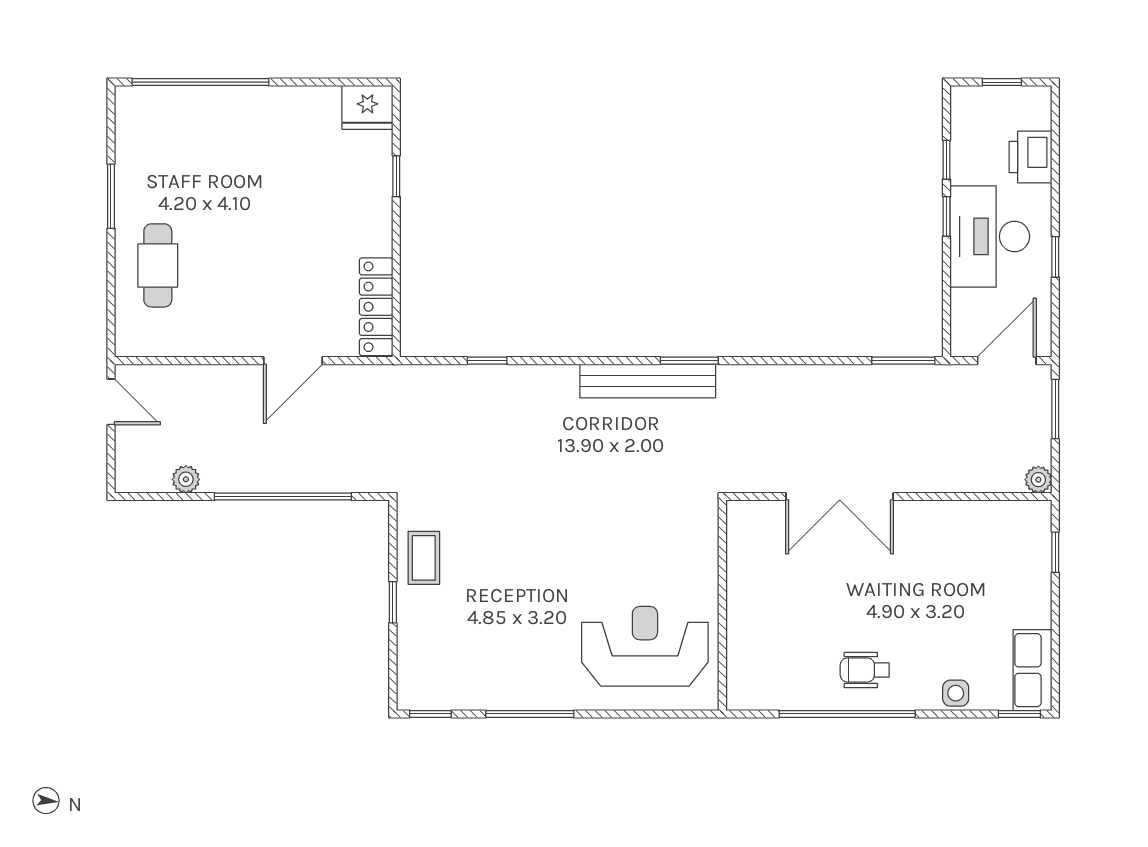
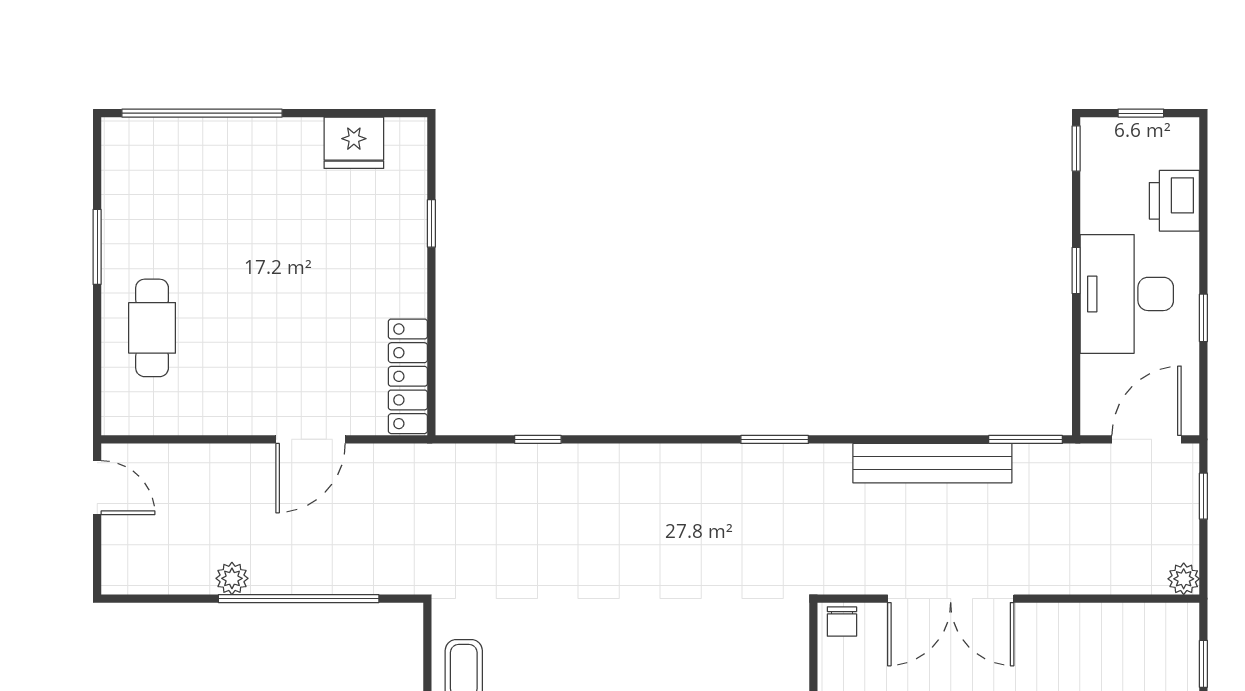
fridge: (367, 107) -> (354, 143), moved
window: (947, 160) -> (1076, 148), moved
bench: (648, 381) -> (932, 463), moved
window: (1055, 409) -> (1203, 496), width x0.67
plant: (186, 479) -> (232, 578), moved
chair: (747, 516) -> (842, 622), added

